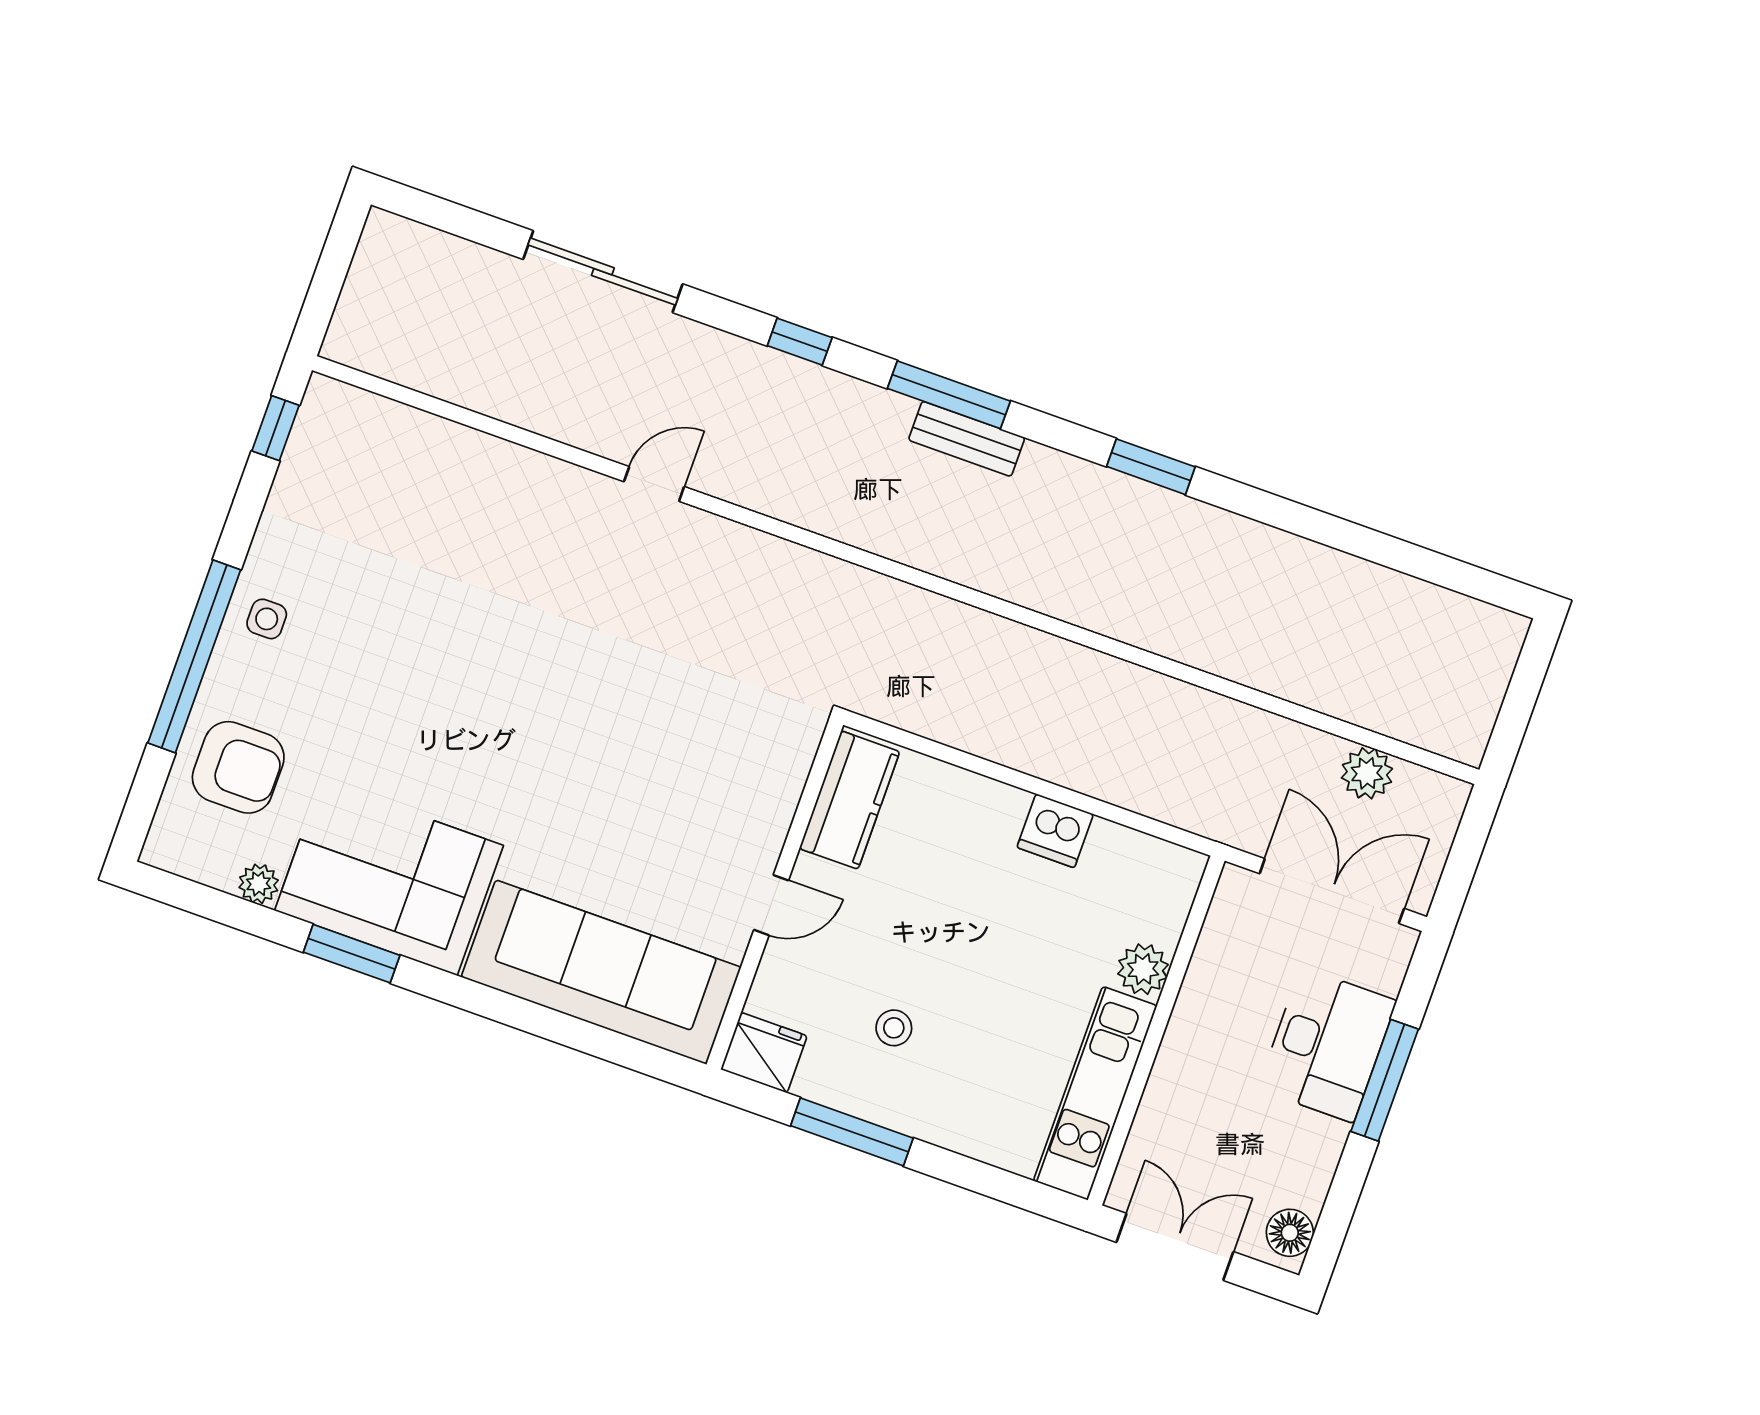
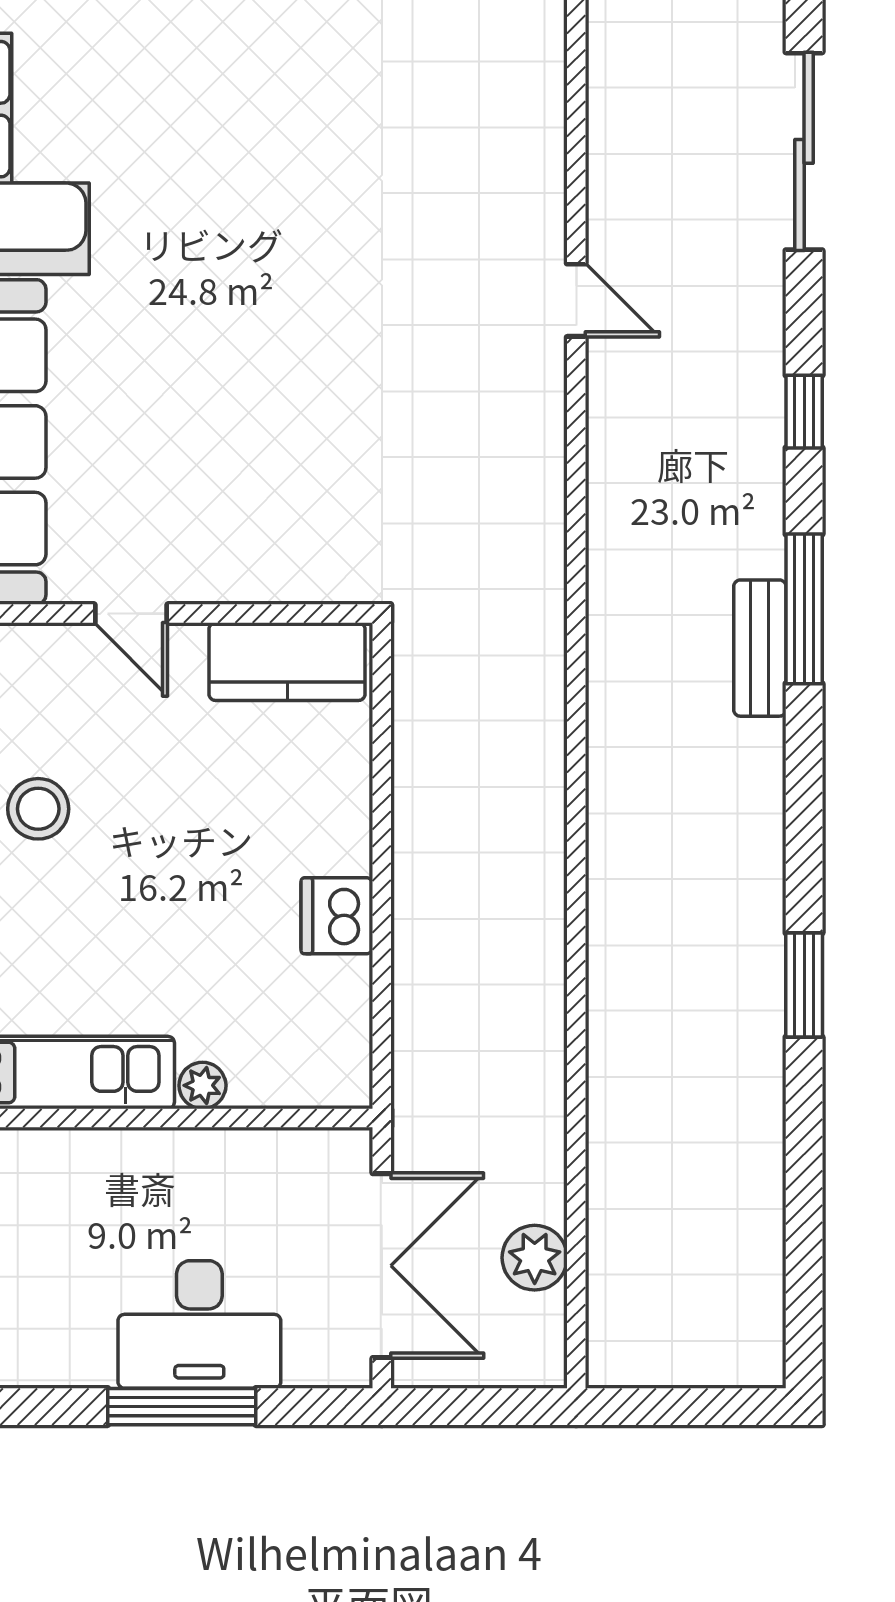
window: (1151, 467) -> (804, 985), moved
plant: (1143, 969) -> (202, 1085), width x0.73, depth x0.73
stool: (894, 1028) -> (38, 809), width x1.37, depth x1.37

